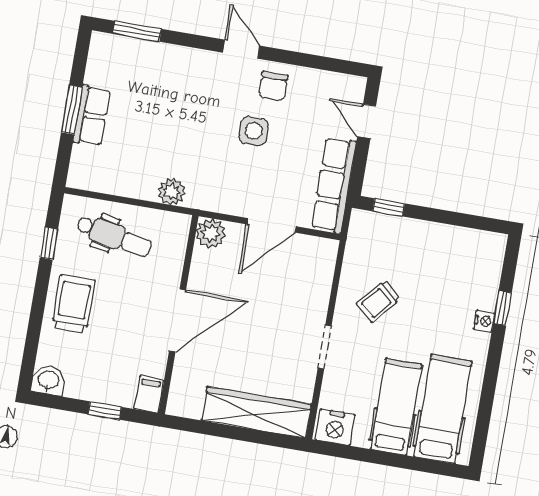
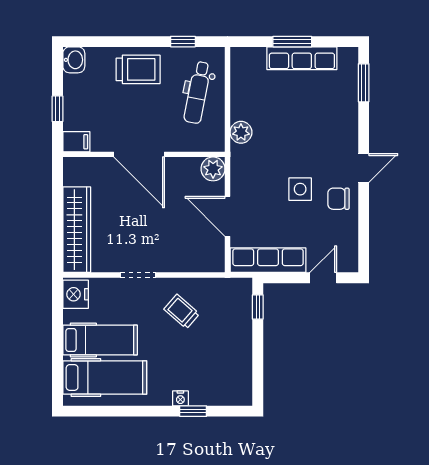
row of seats: (92, 115) -> (302, 58), width x1.48

